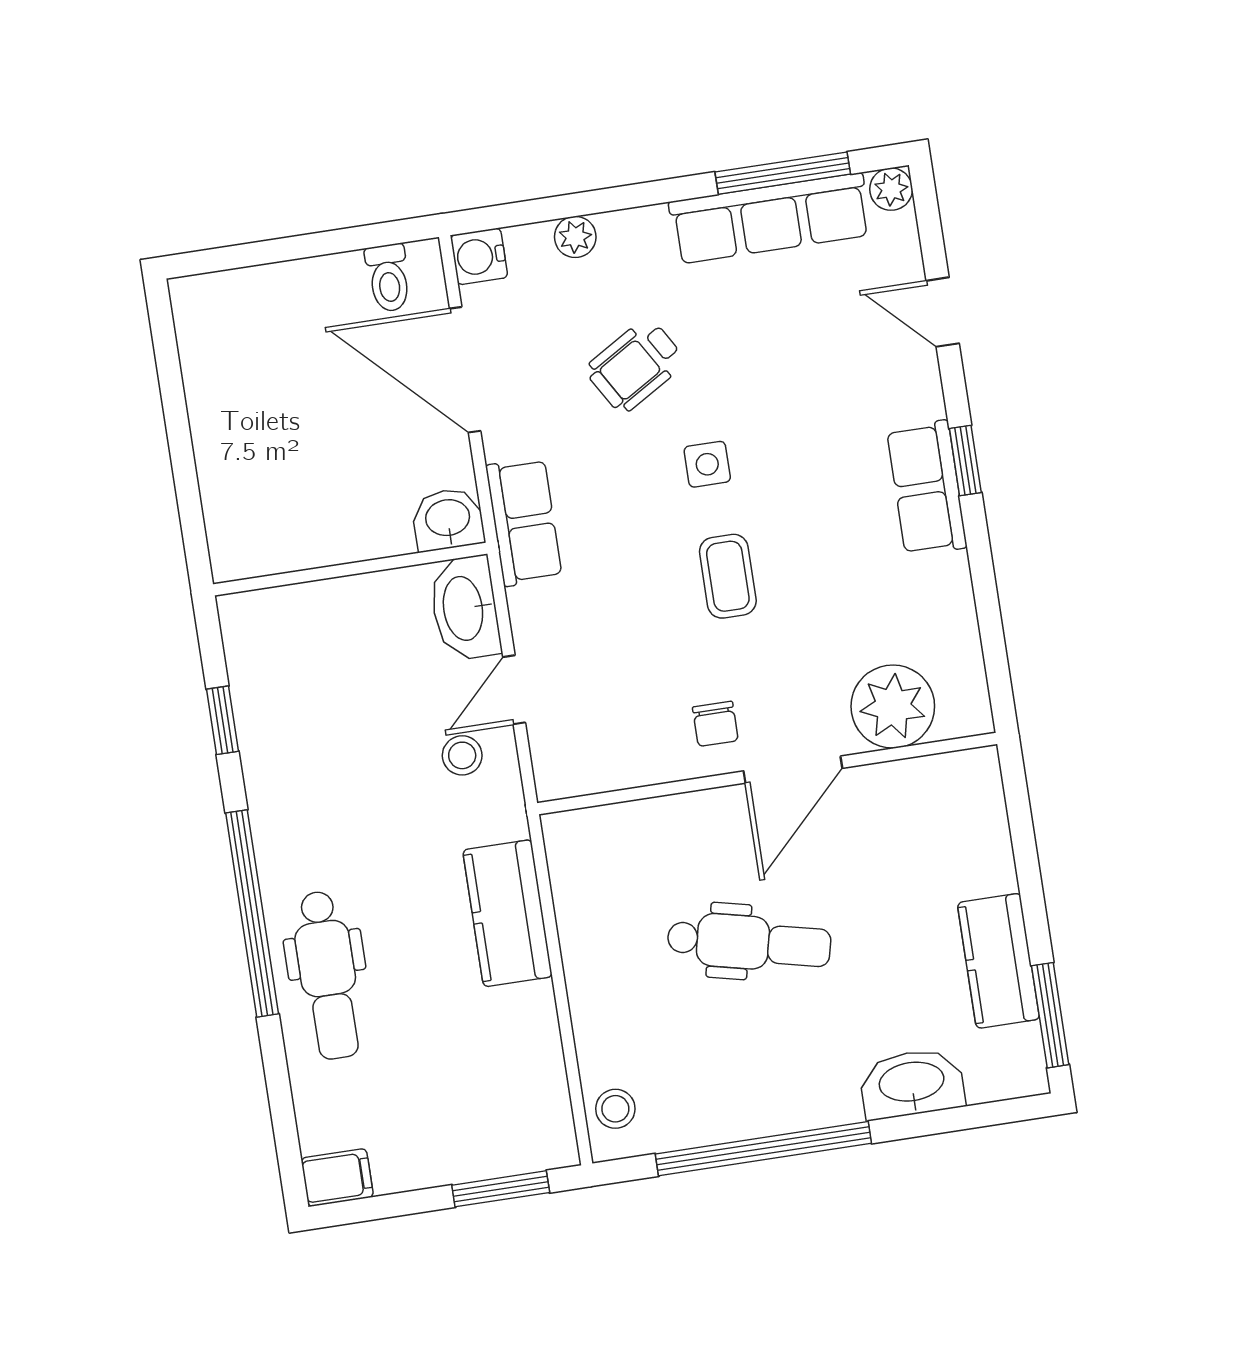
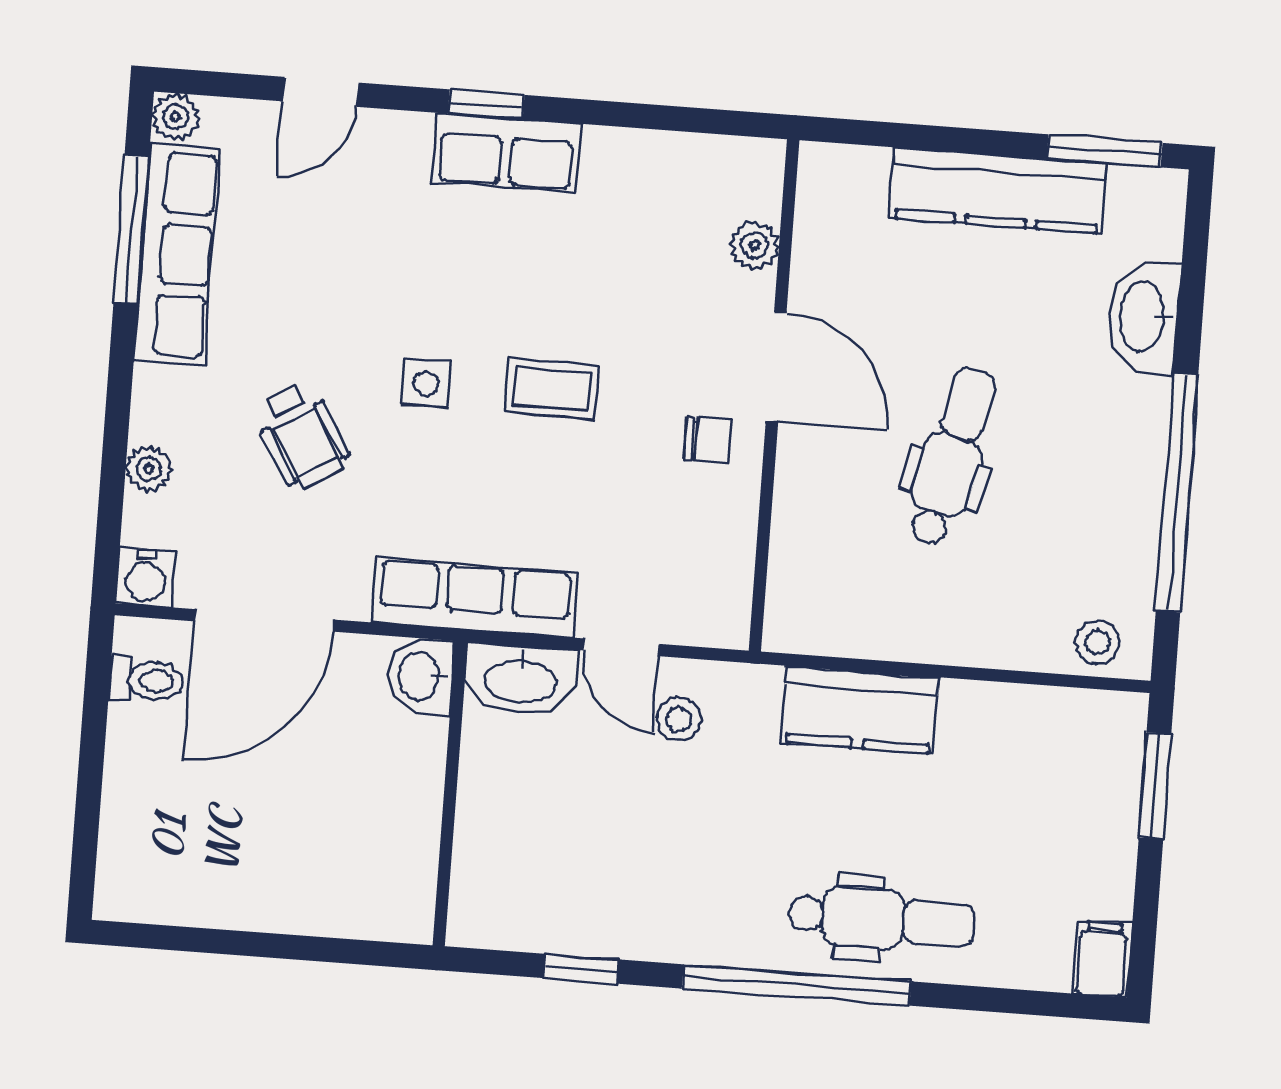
row of seats: (524, 522) -> (475, 597), width x1.48
plant: (893, 707) -> (755, 245), width x0.53, depth x0.53
kitchen counter: (998, 961) -> (998, 190), width x1.50

